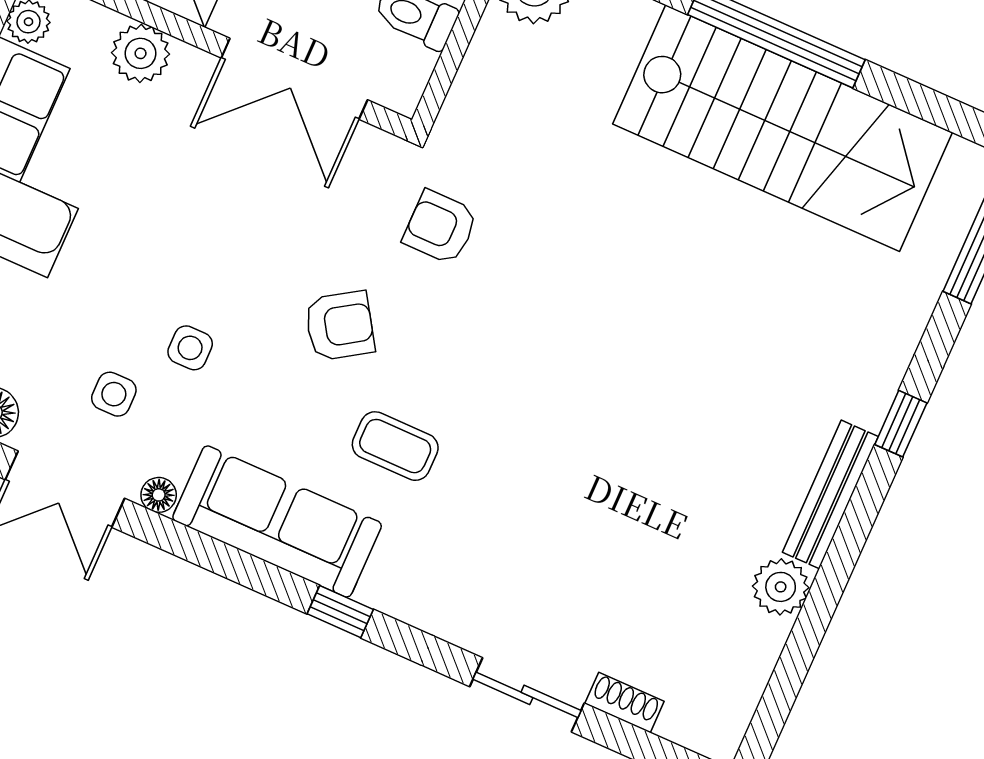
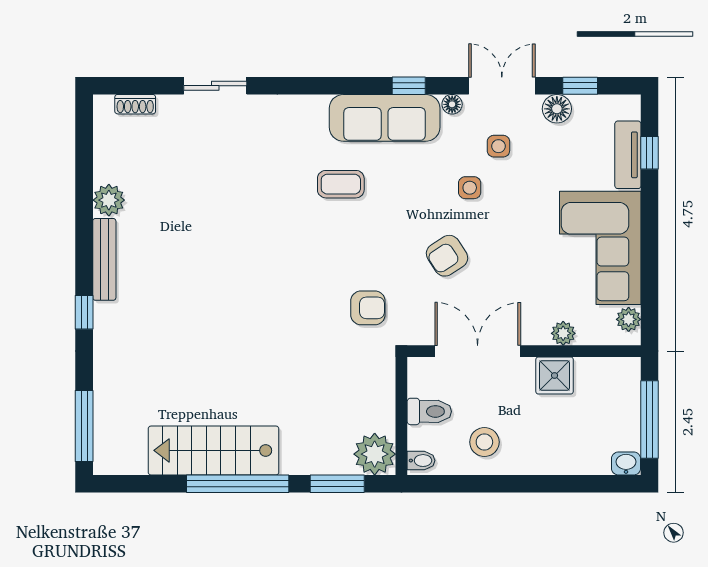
plant: (141, 53) -> (563, 333), width x0.73, depth x0.73
stairs: (783, 128) -> (214, 450), width x0.73, depth x0.66
armchair: (340, 326) -> (447, 256), moved
window: (340, 612) -> (409, 86), moved
shoe rack: (624, 702) -> (135, 104), moved

